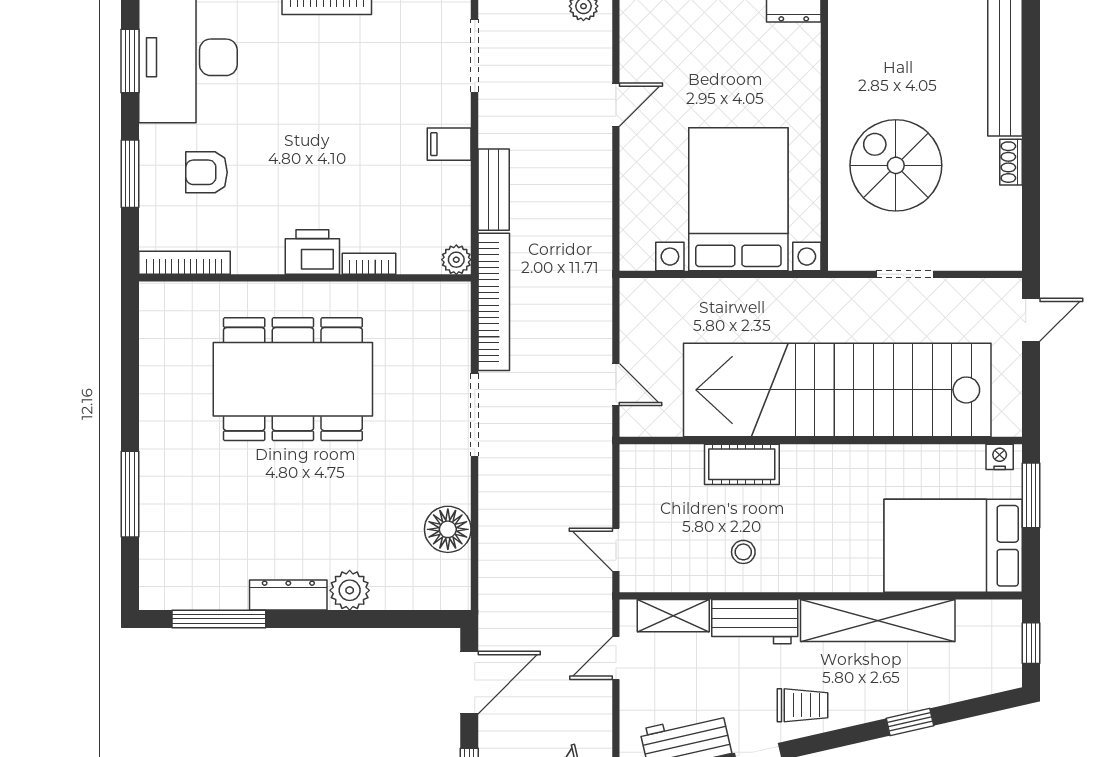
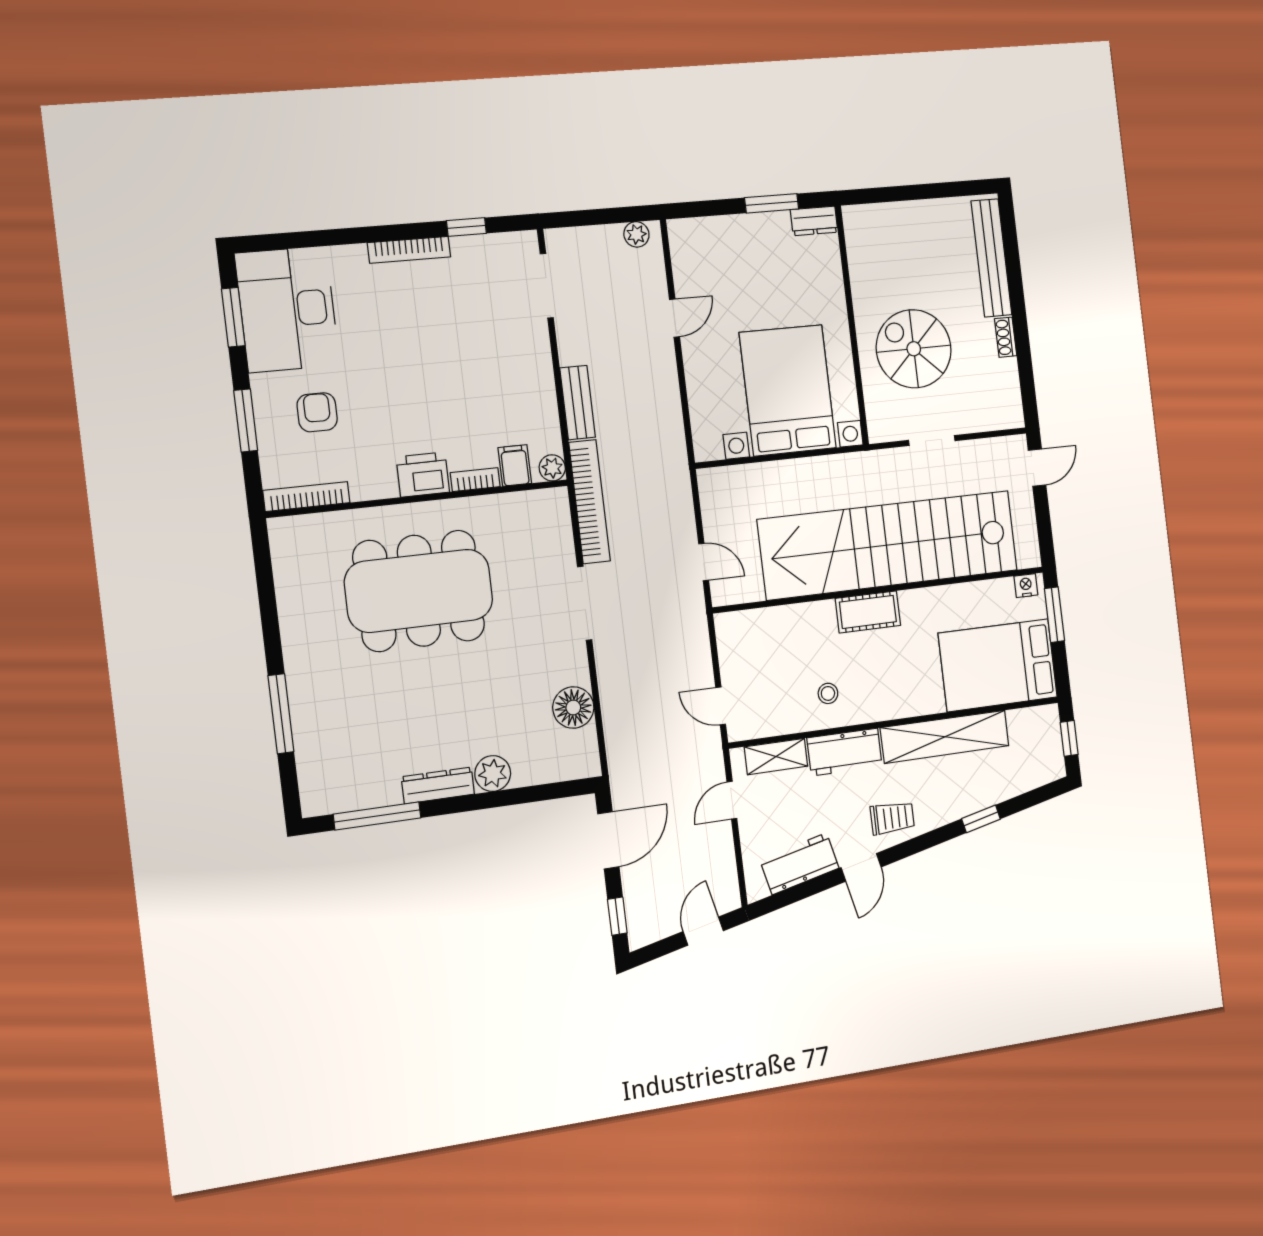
filing cabinet: (449, 144) -> (515, 465), moved, turned 90
armchair: (207, 172) -> (317, 412), turned 90
cot: (742, 464) -> (868, 612), moved

